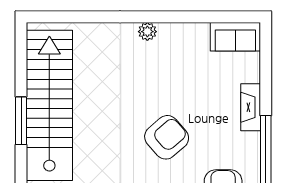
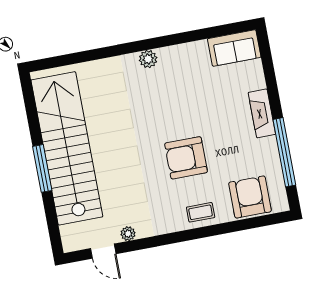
armchair: (167, 137) -> (186, 158), turned -139

